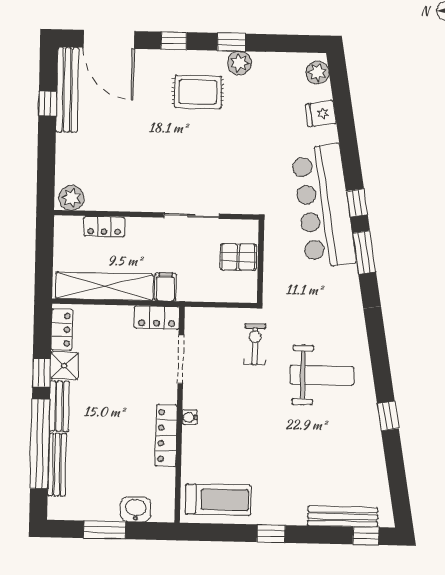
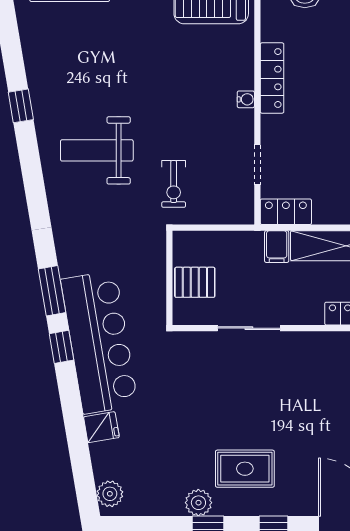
fridge: (321, 114) -> (101, 427), moved
doorway: (181, 359) -> (257, 165), width x0.73

